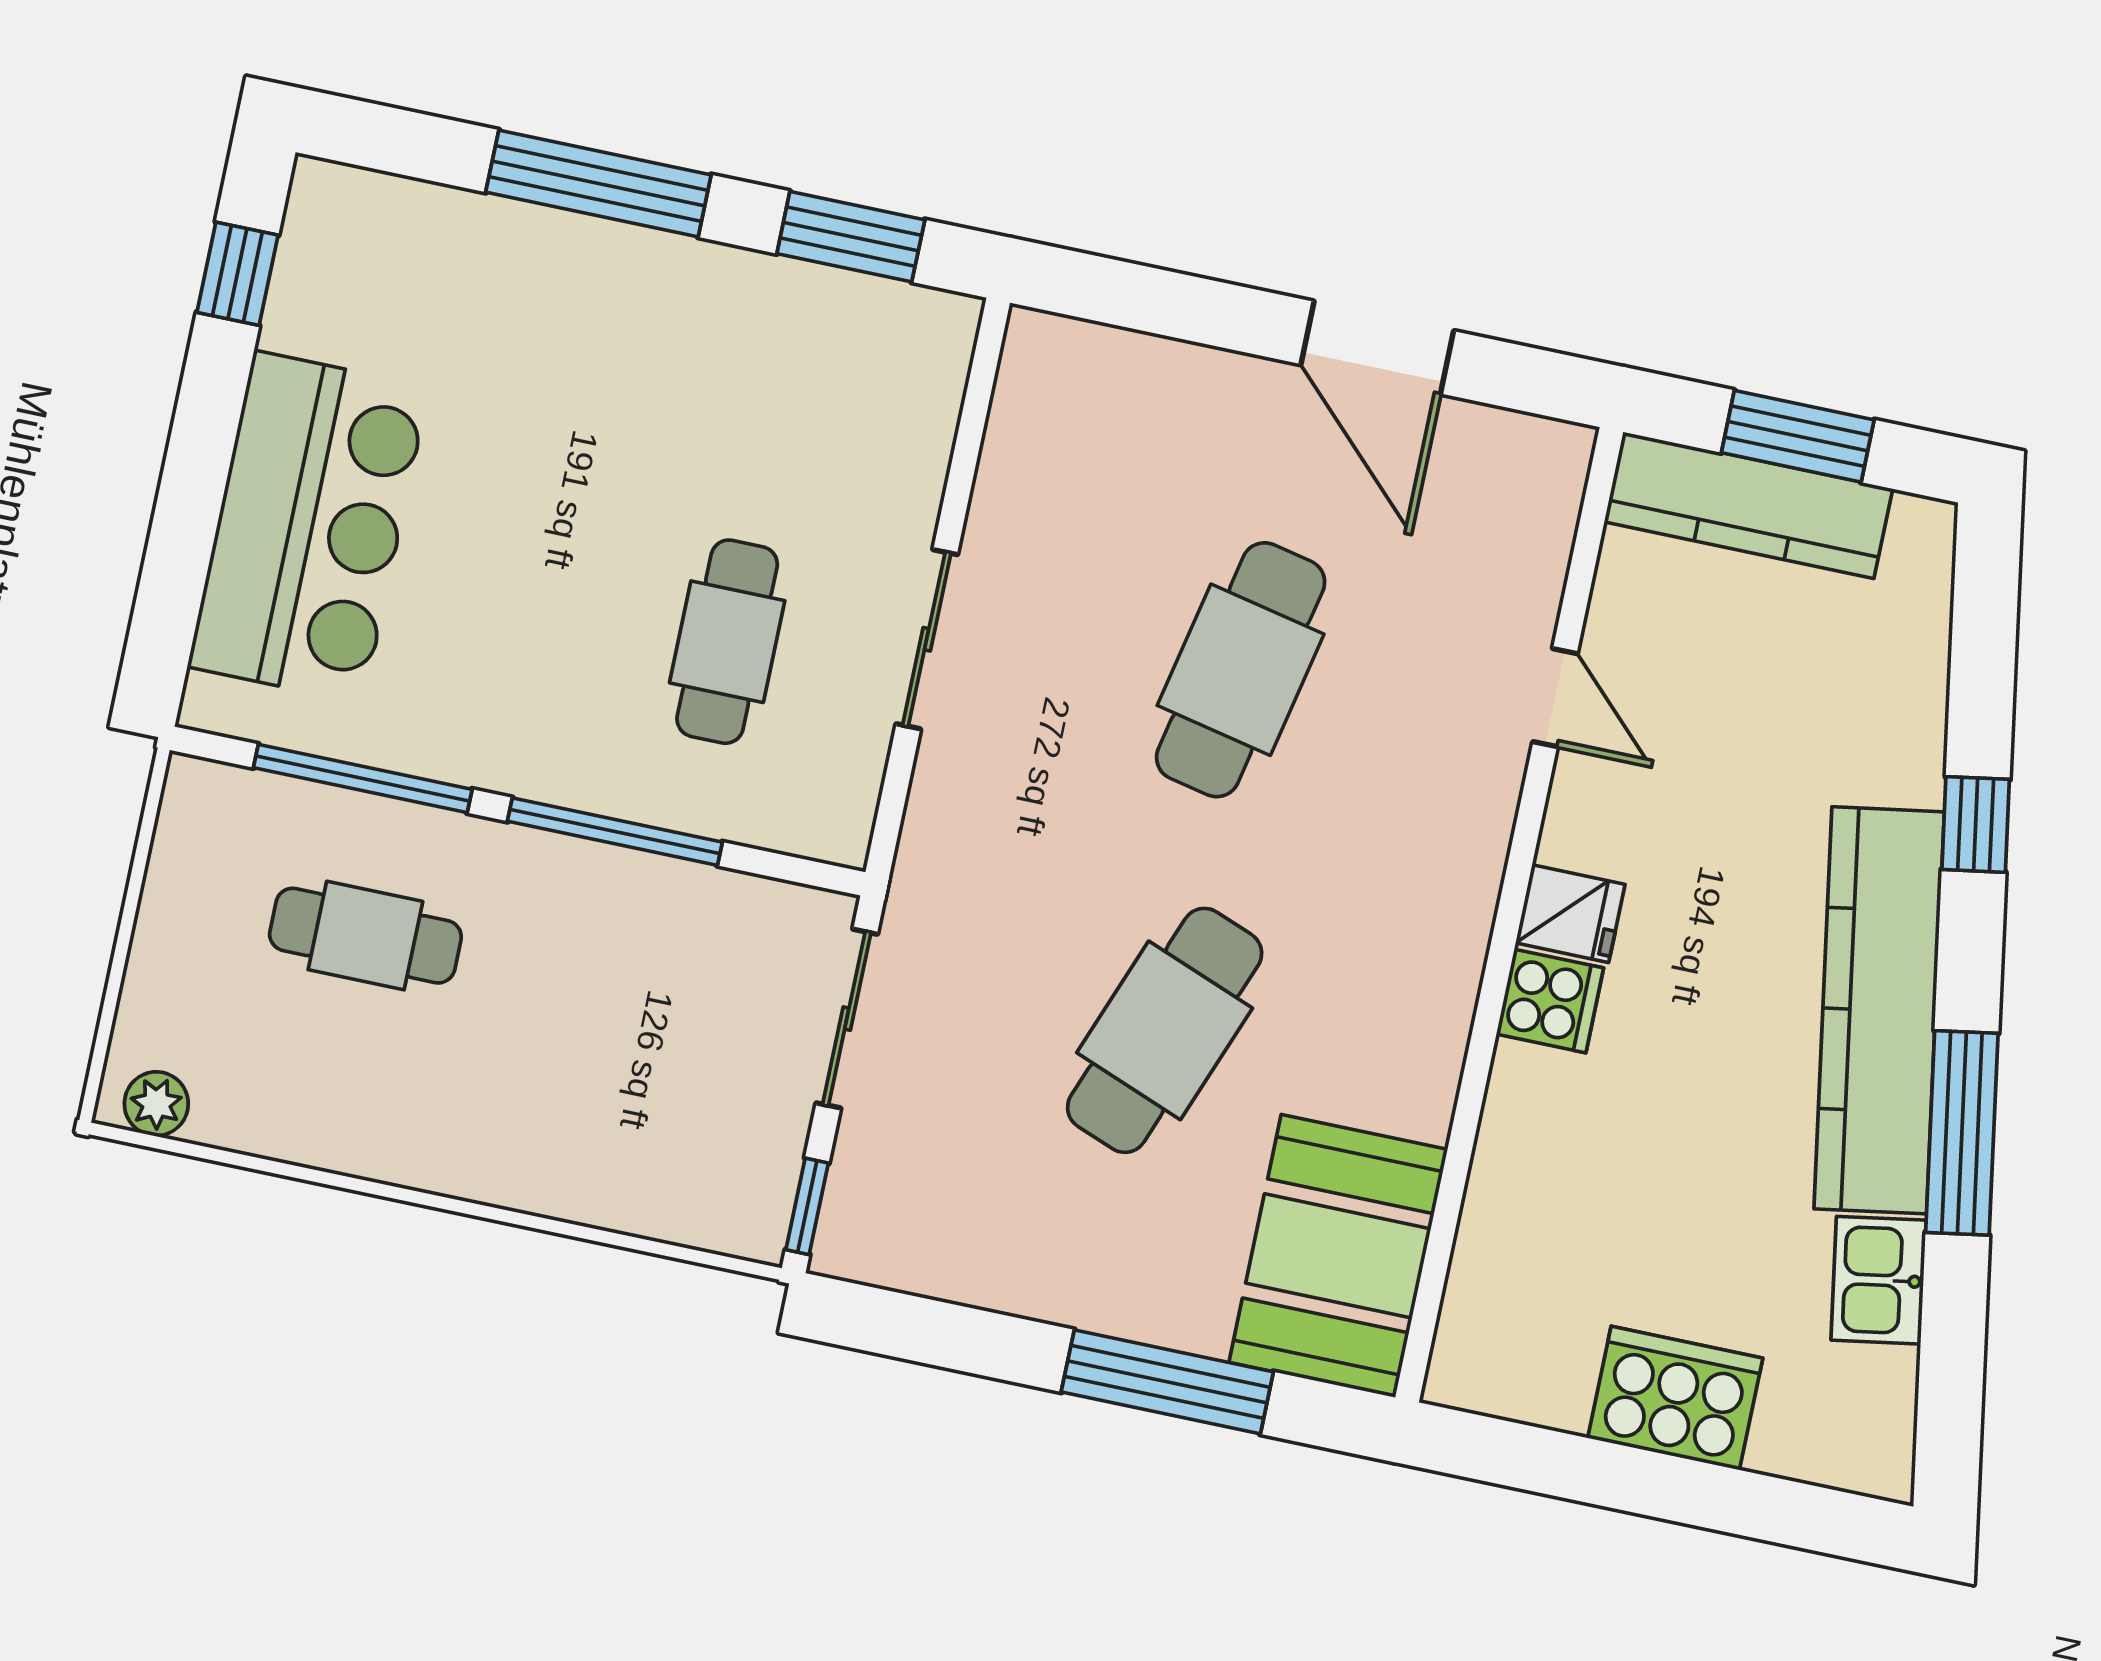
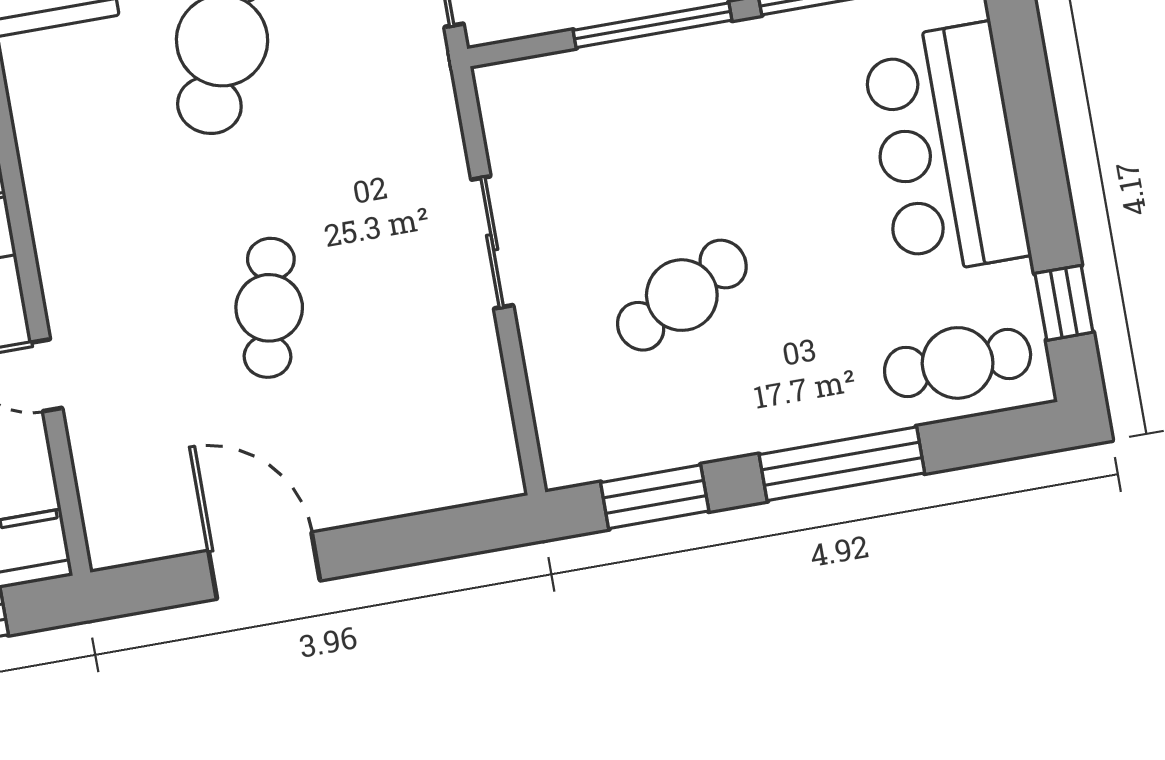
cafe table: (402, 252) -> (958, 363), added
cafe table: (727, 642) -> (682, 295), moved, turned 63
cafe table: (1241, 670) -> (269, 308), width x0.73, depth x0.74

